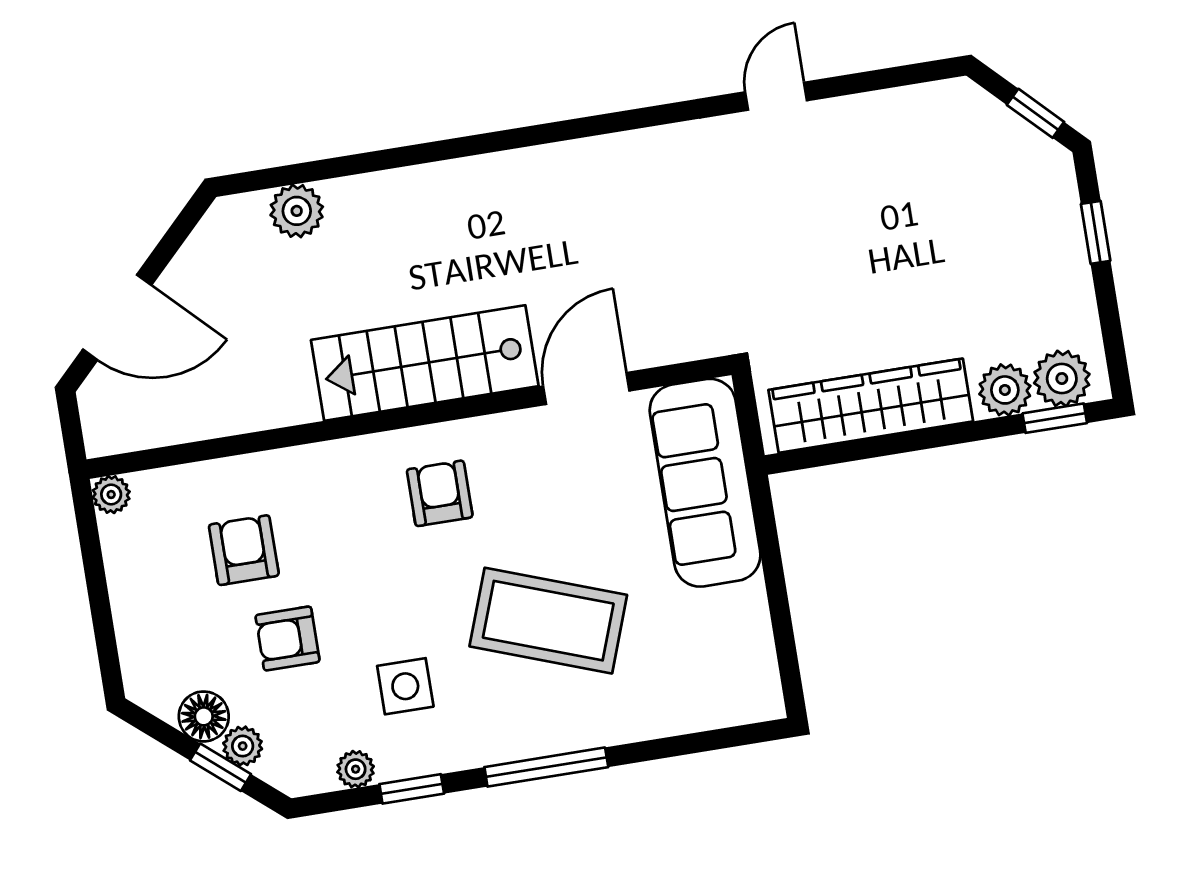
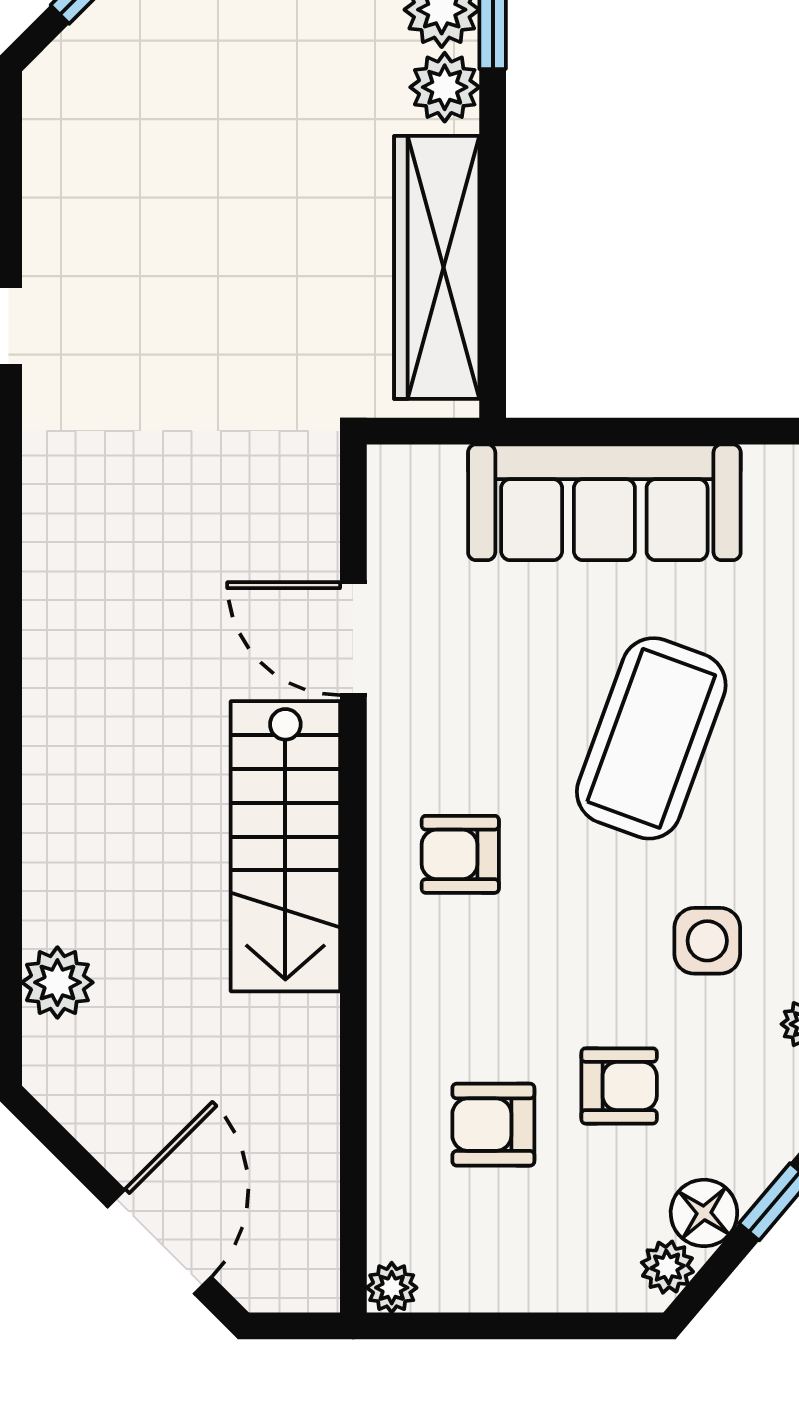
sofa: (705, 483) -> (604, 502), moved
armchair: (288, 638) -> (619, 1086), turned -90
plant: (243, 746) -> (667, 1267), moved

